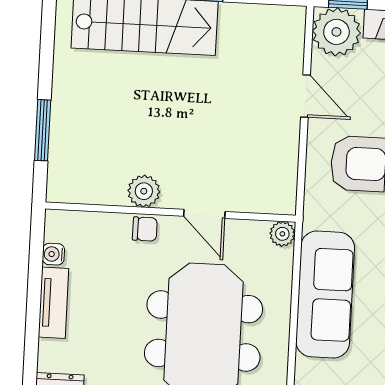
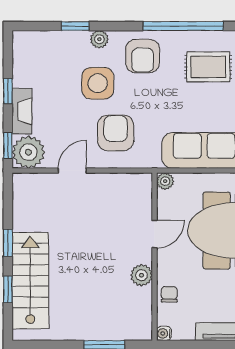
chair: (145, 229) -> (169, 294), moved
water cooler: (53, 254) -> (164, 333), moved, turned 90

